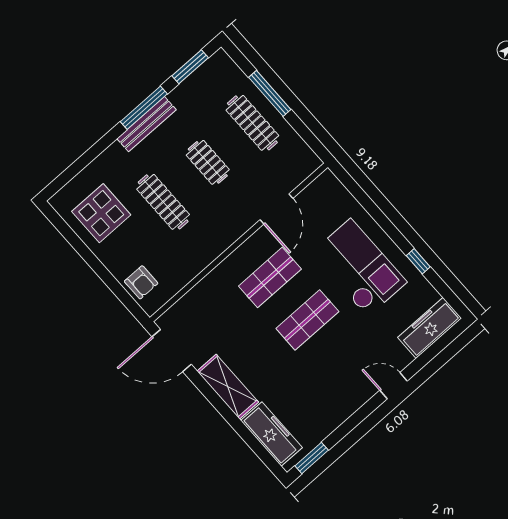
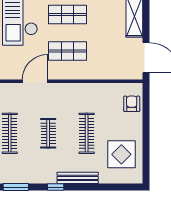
window: (144, 108) -> (56, 187), width x0.46
bench: (147, 124) -> (78, 178), moved

